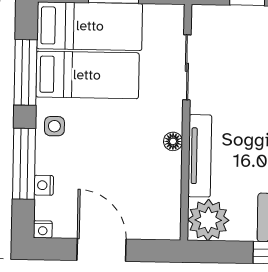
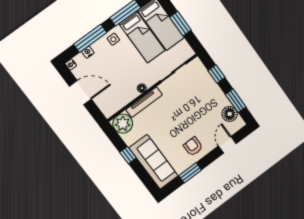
door: (101, 250) -> (80, 93), hinge flipped

